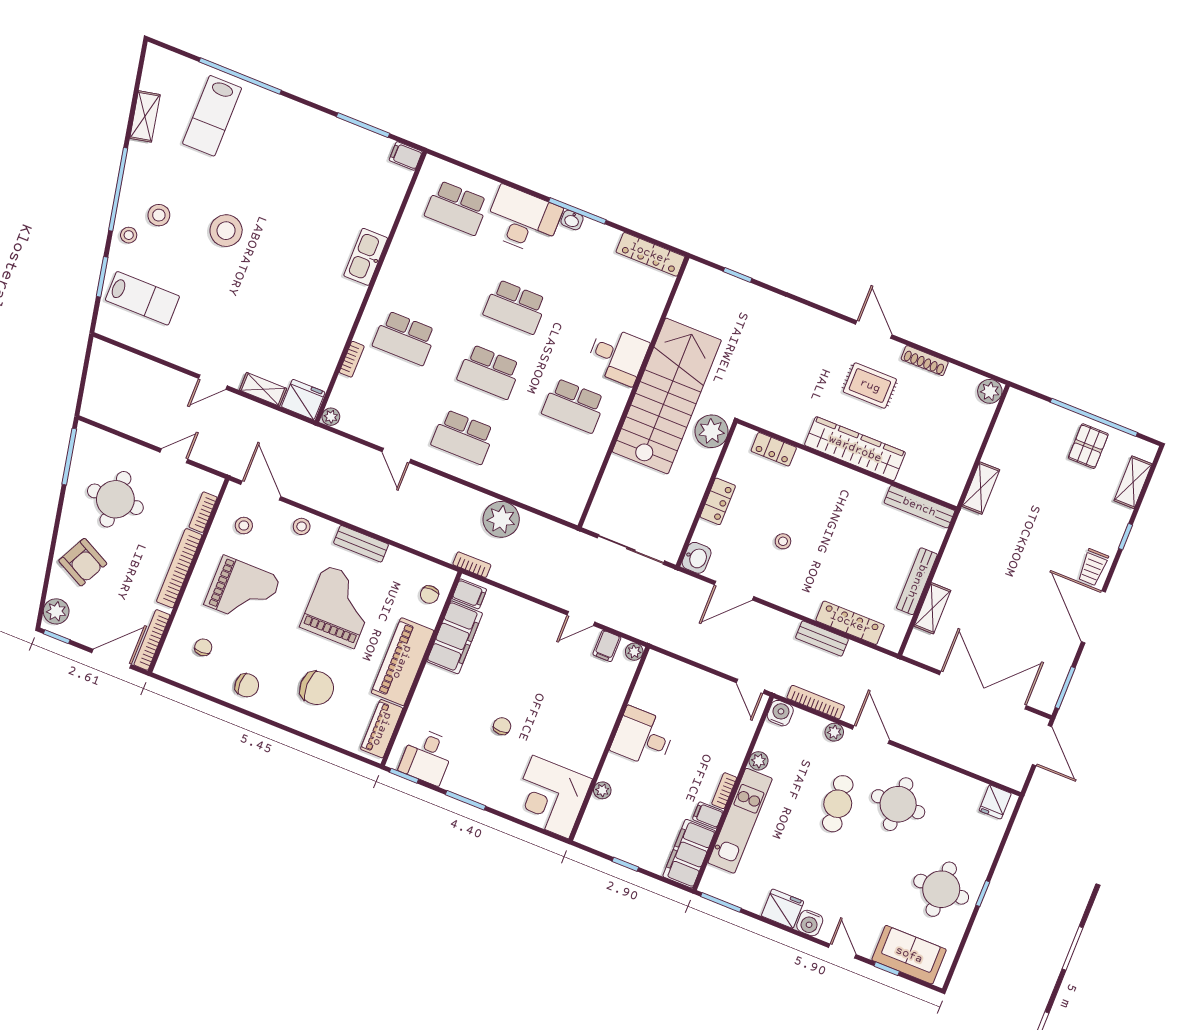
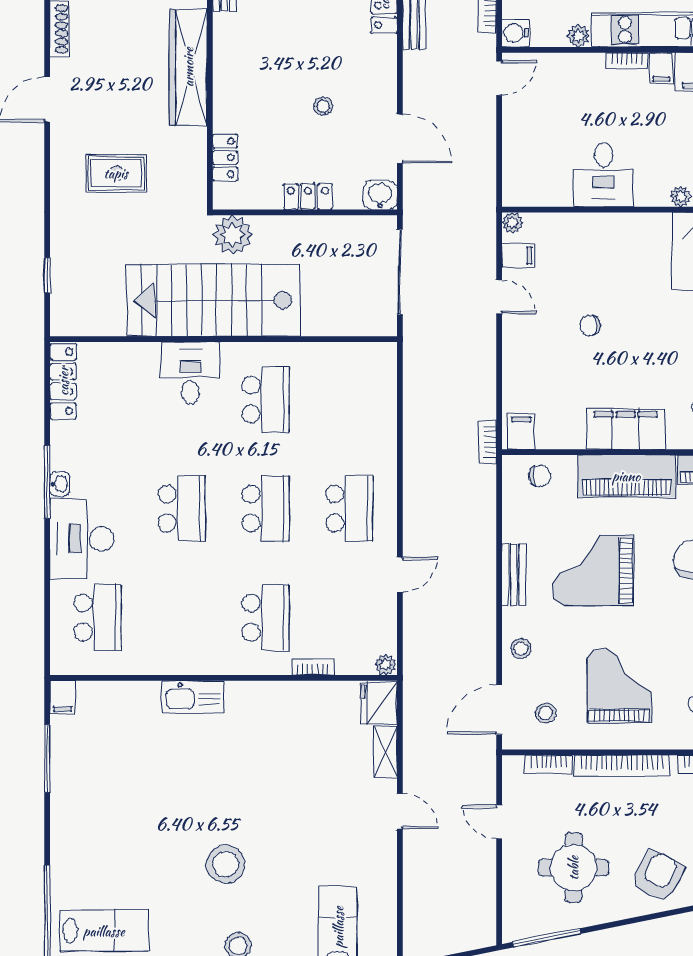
rug: (870, 386) -> (116, 173), moved, turned 90
plant: (501, 519) -> (424, 430), removed
filing cabinet: (455, 637) -> (626, 429), moved
chair: (502, 726) -> (590, 325), moved

